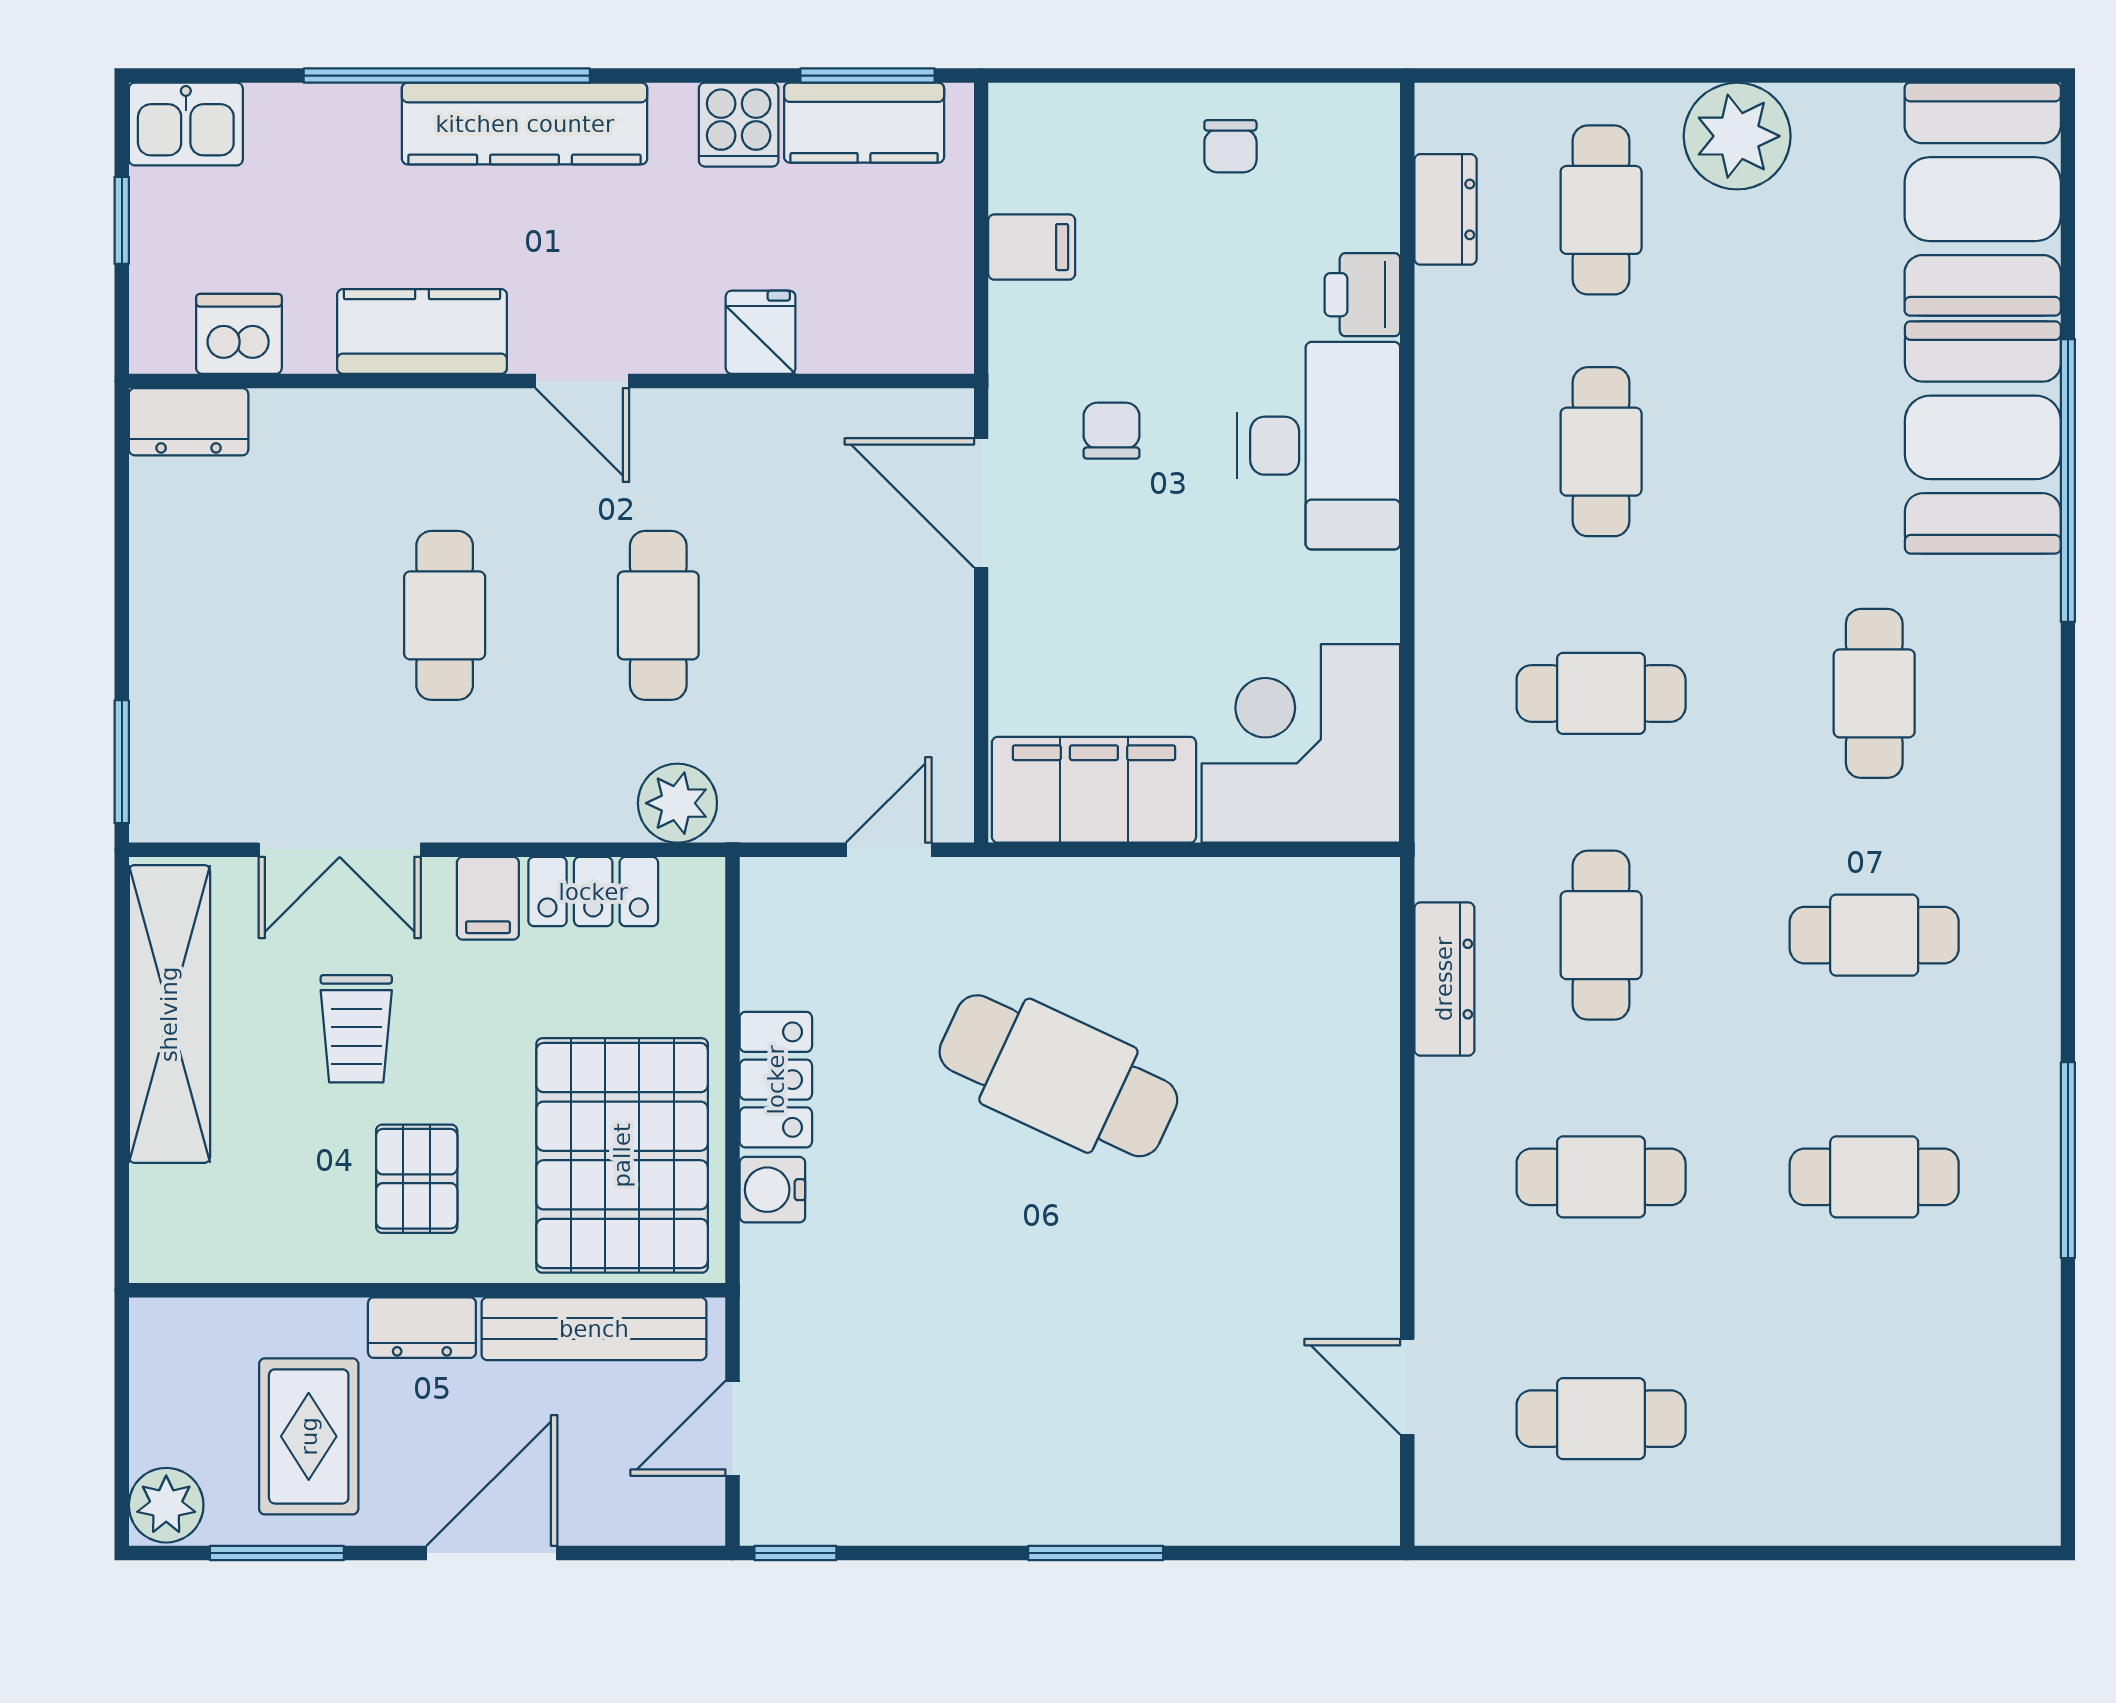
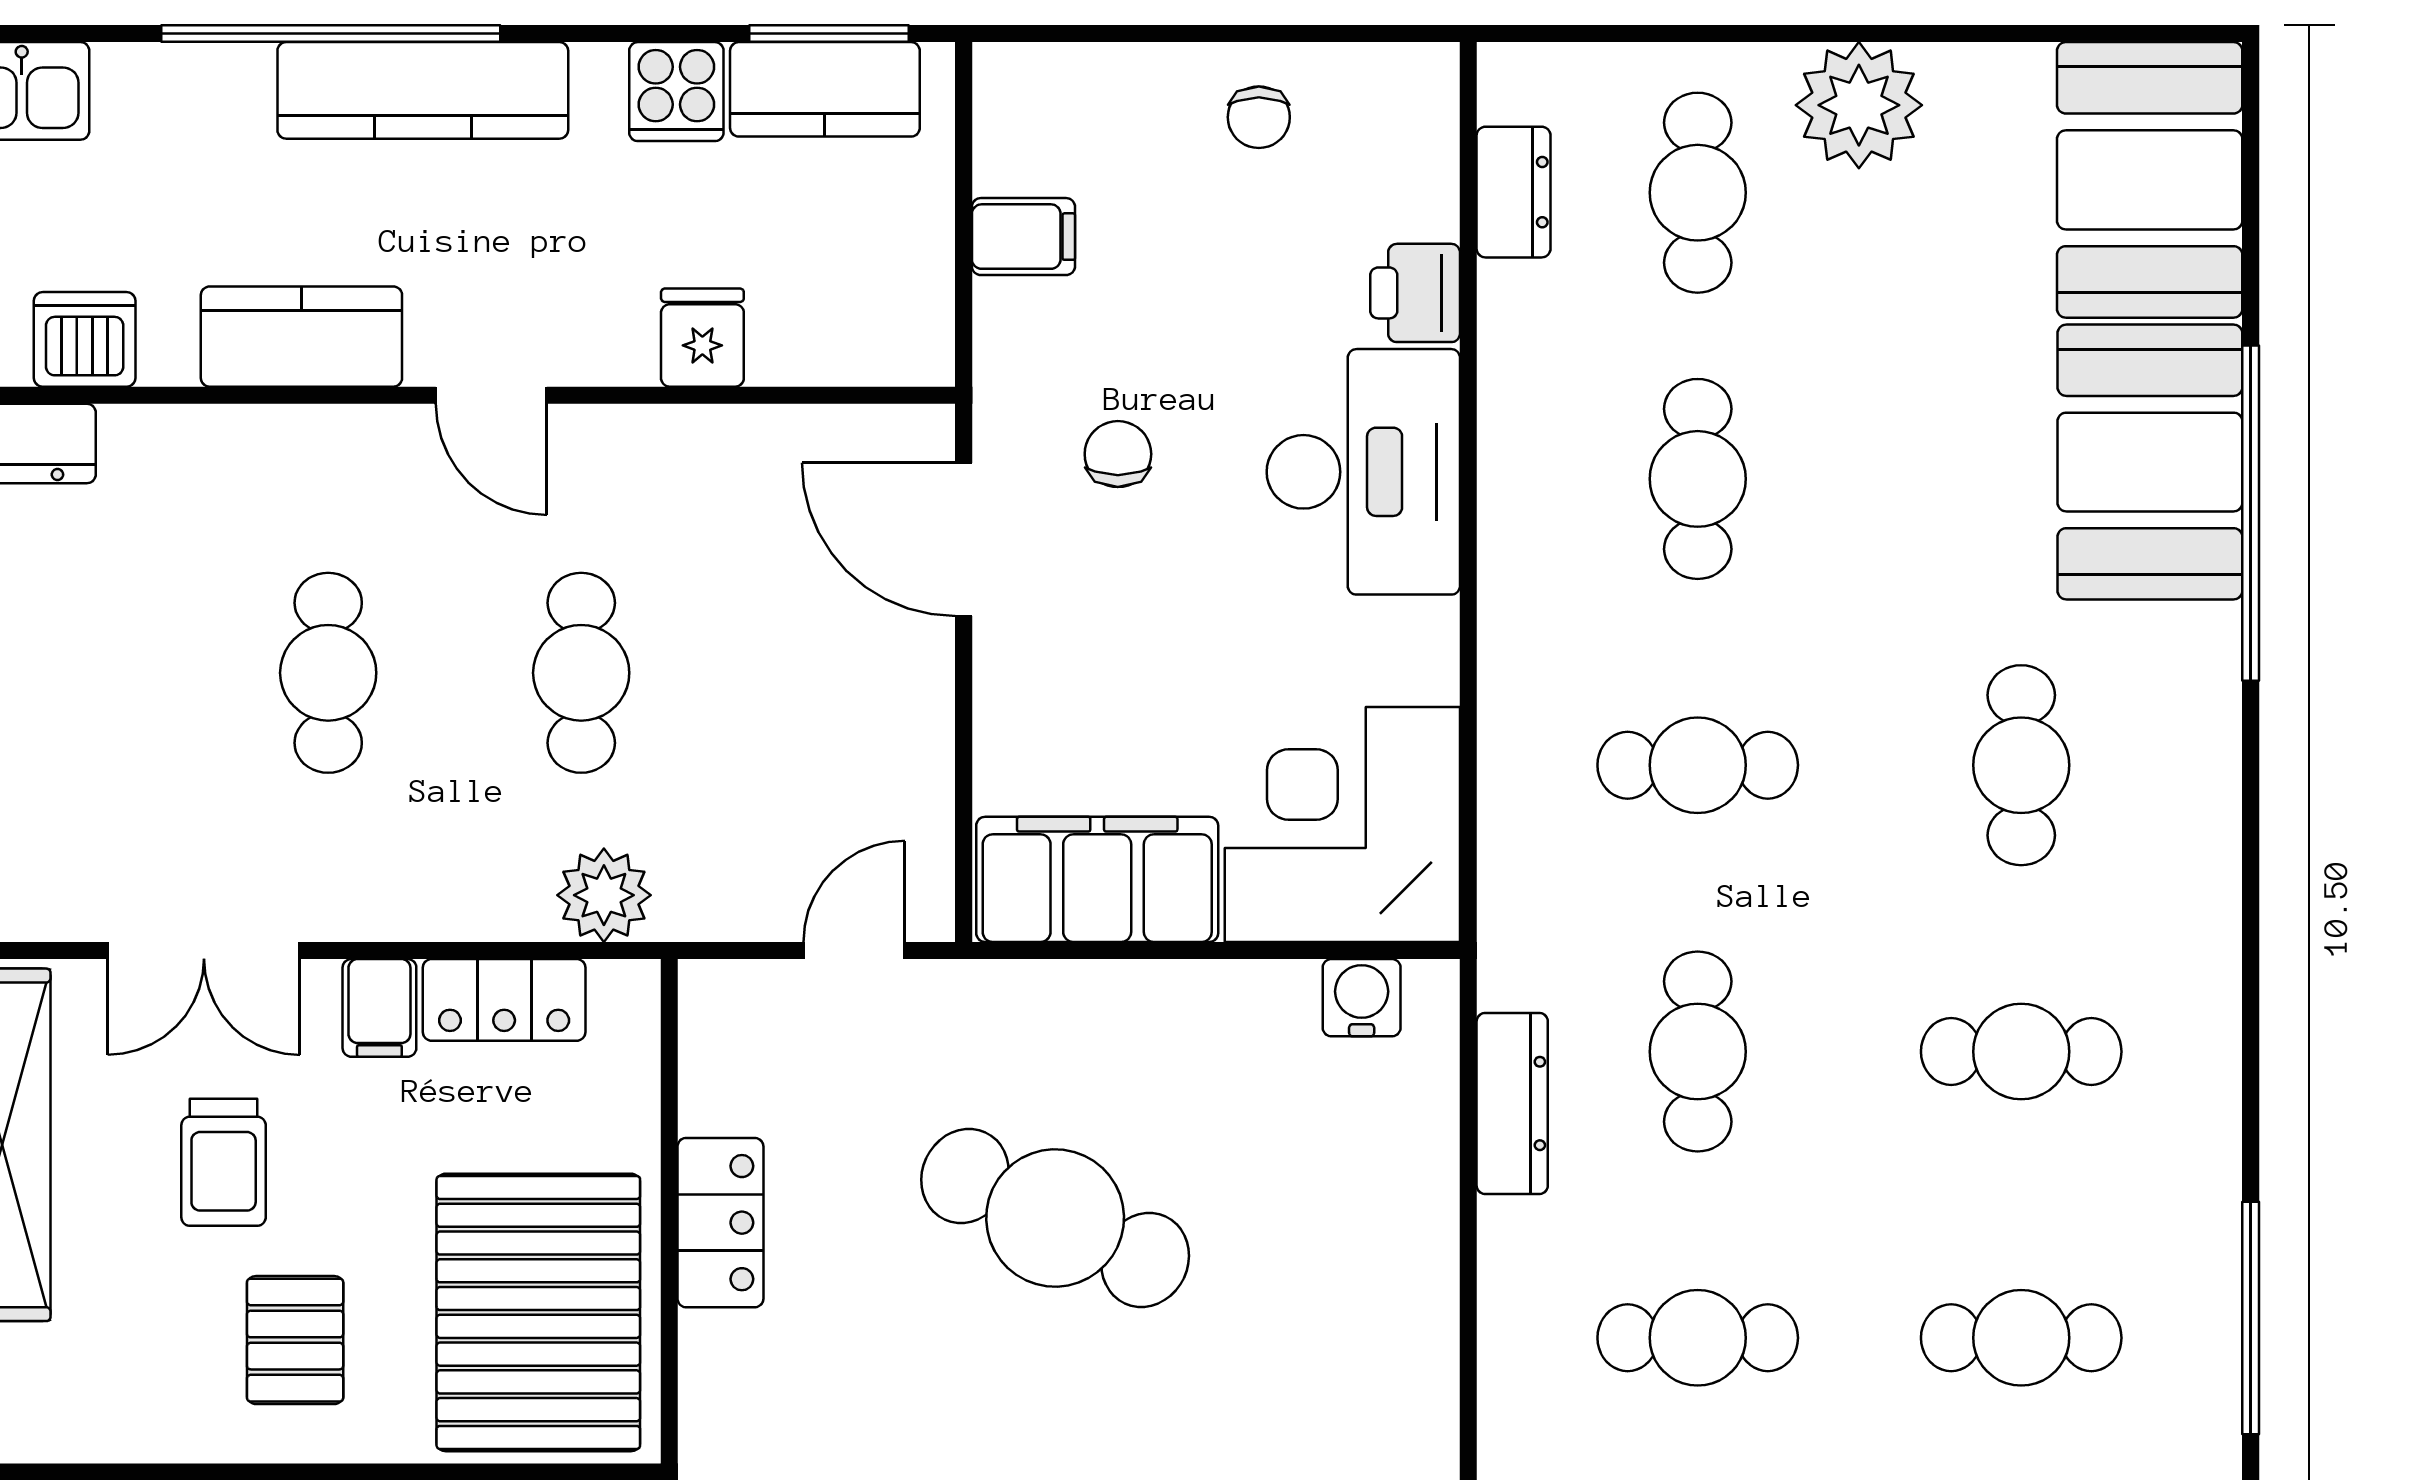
water cooler: (772, 1190) -> (1362, 998), moved, turned 90

